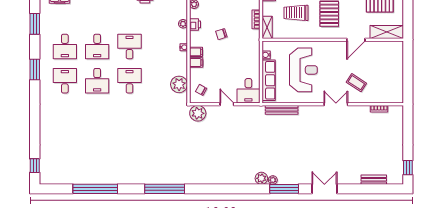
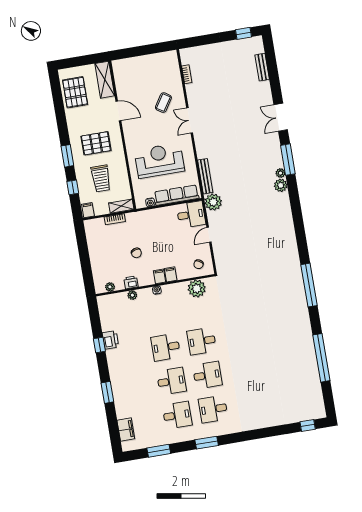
plant: (198, 113) -> (213, 202), moved

